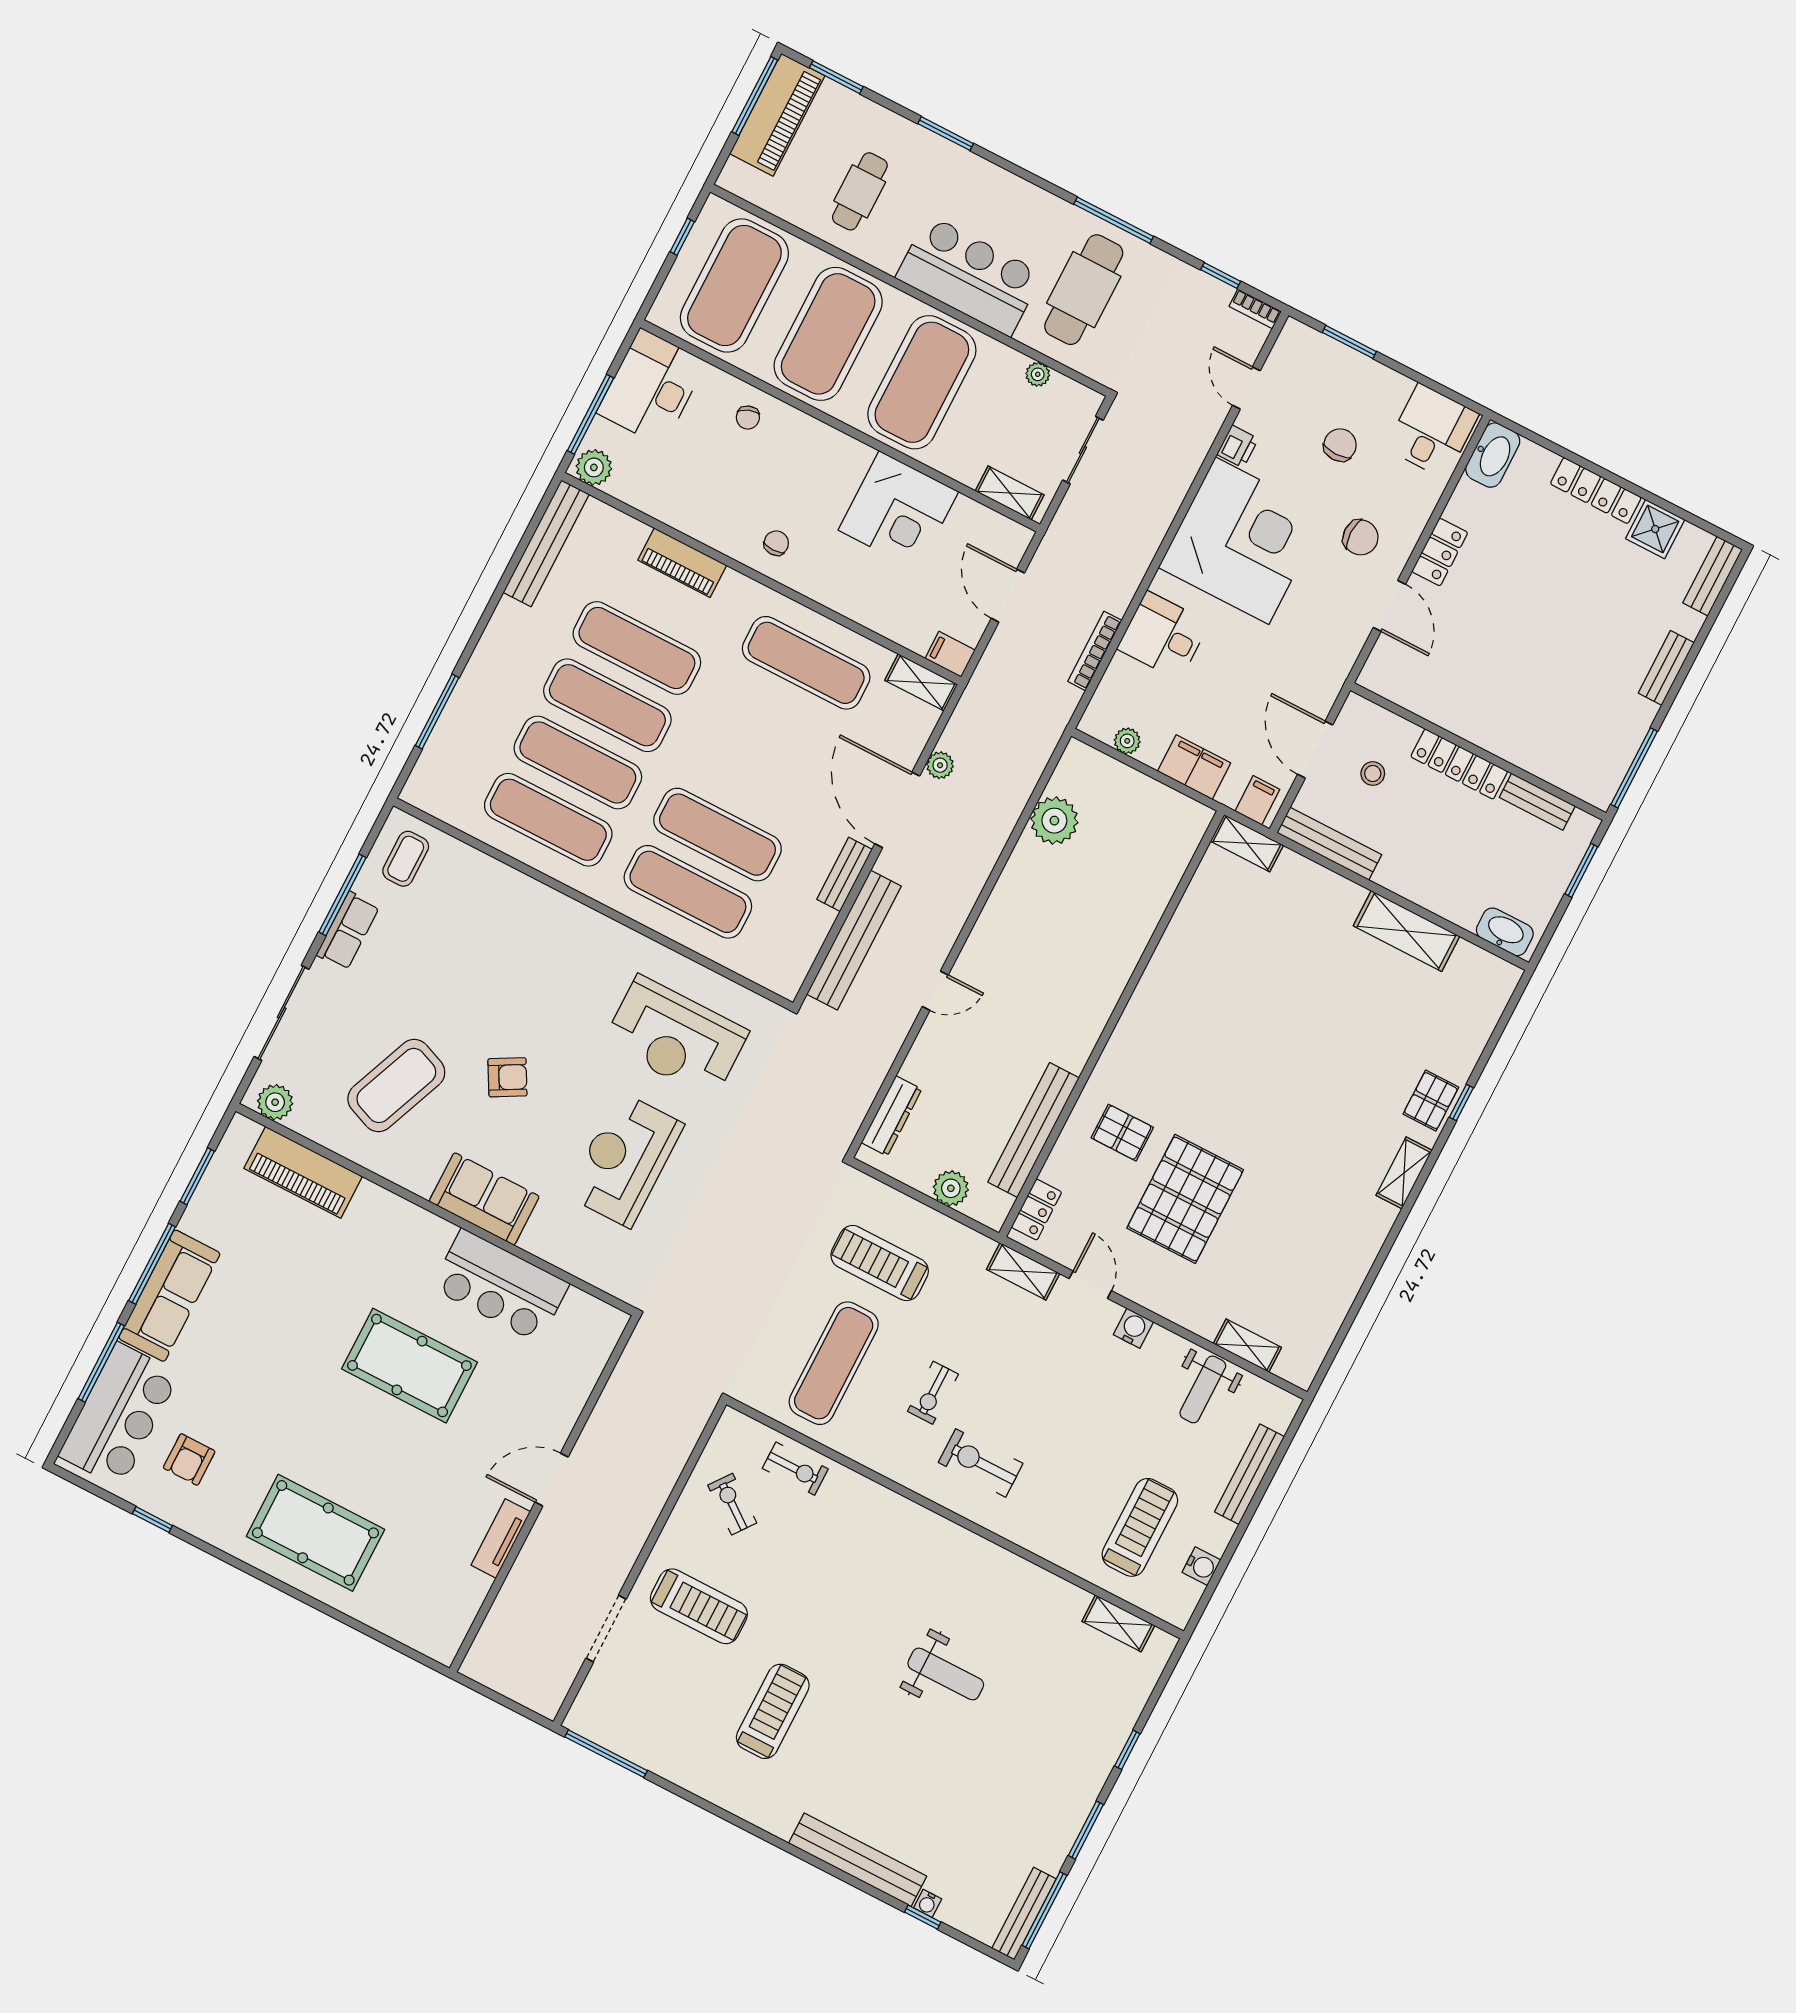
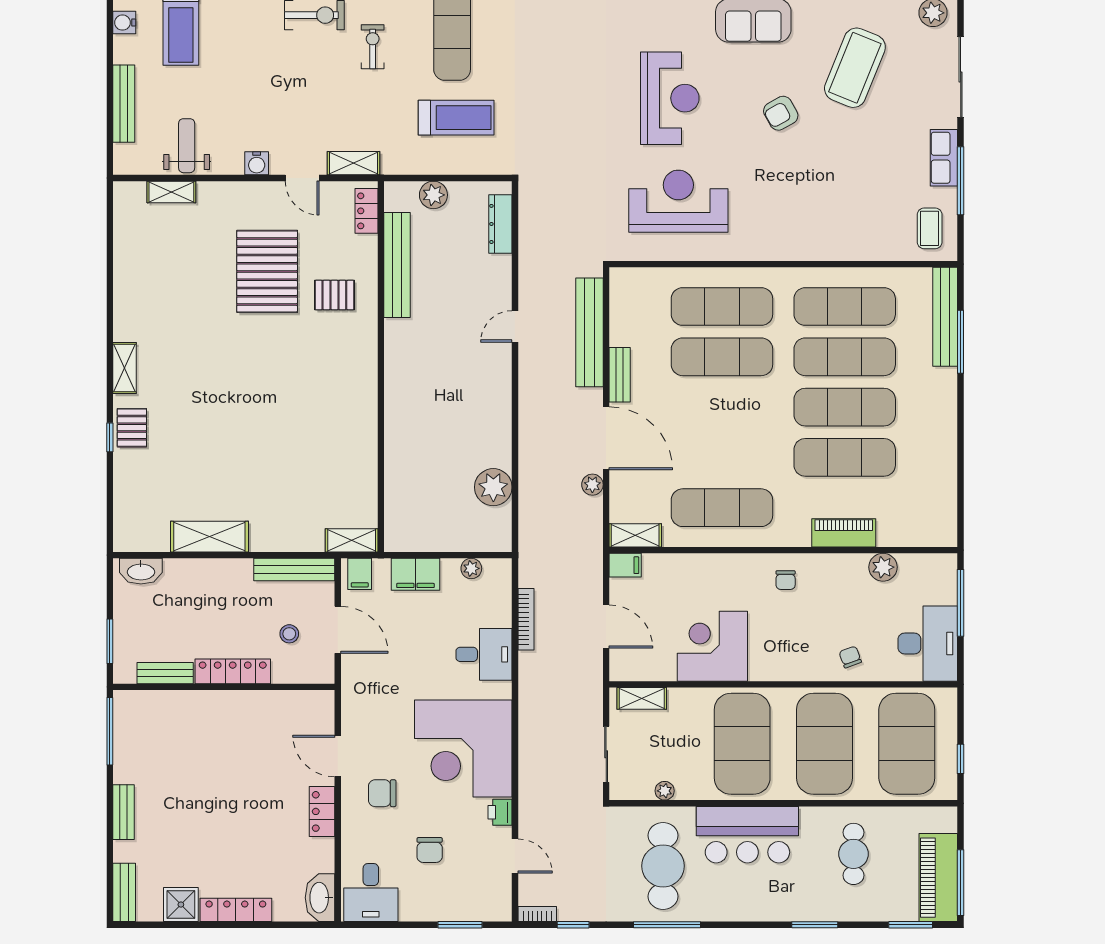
plant: (594, 467) -> (883, 567), moved
bench: (546, 543) -> (945, 317), moved

